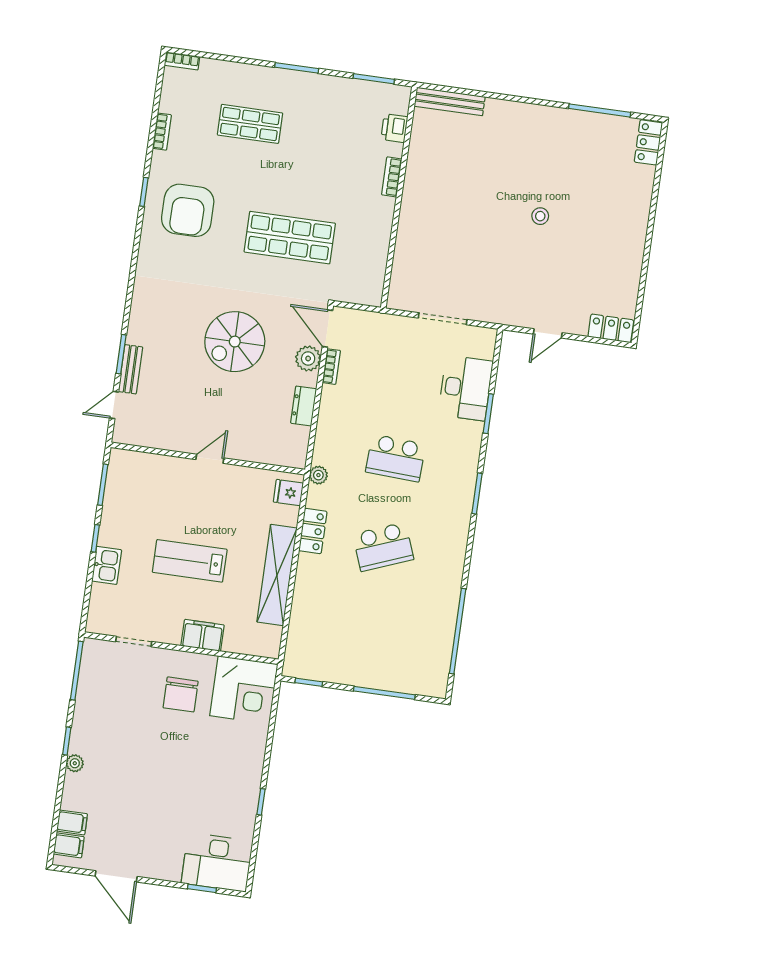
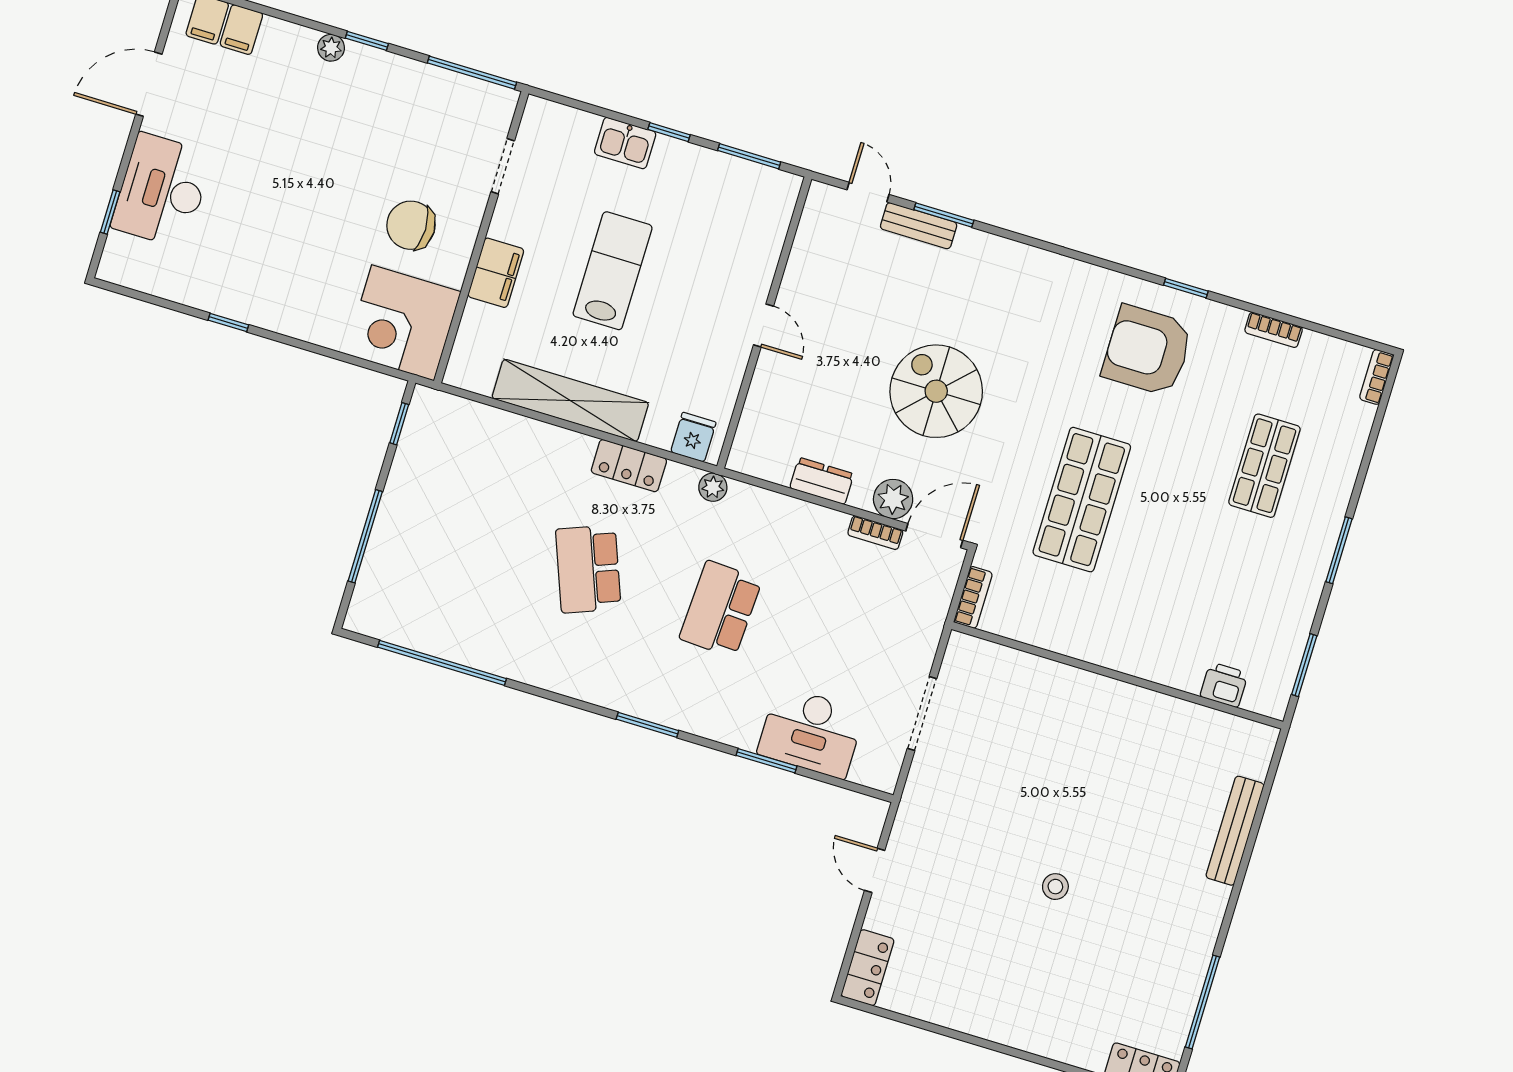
bench: (450, 101) -> (1235, 831), moved
bookcase: (392, 177) -> (973, 597), moved, turned 90
desk: (217, 862) -> (162, 190), moved

